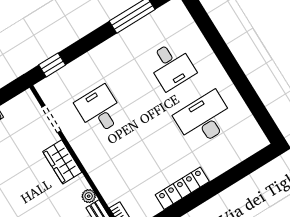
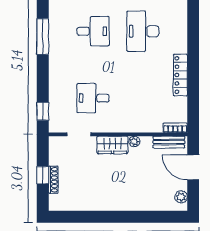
plant: (89, 196) -> (134, 141), moved

